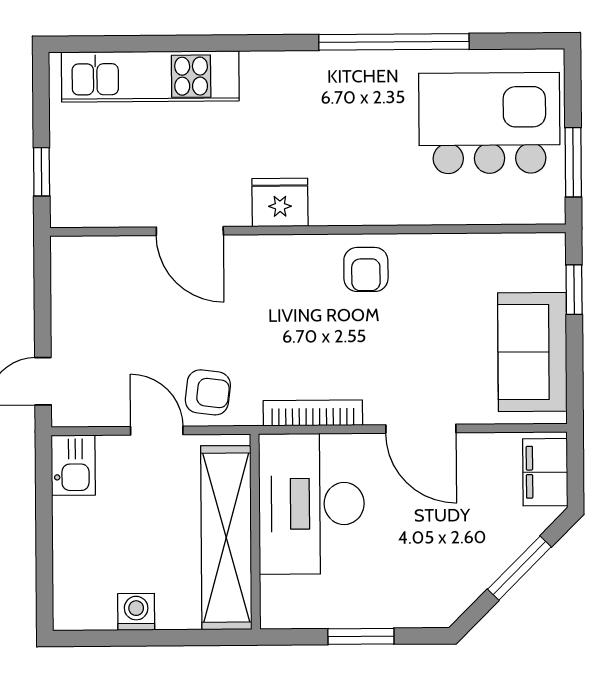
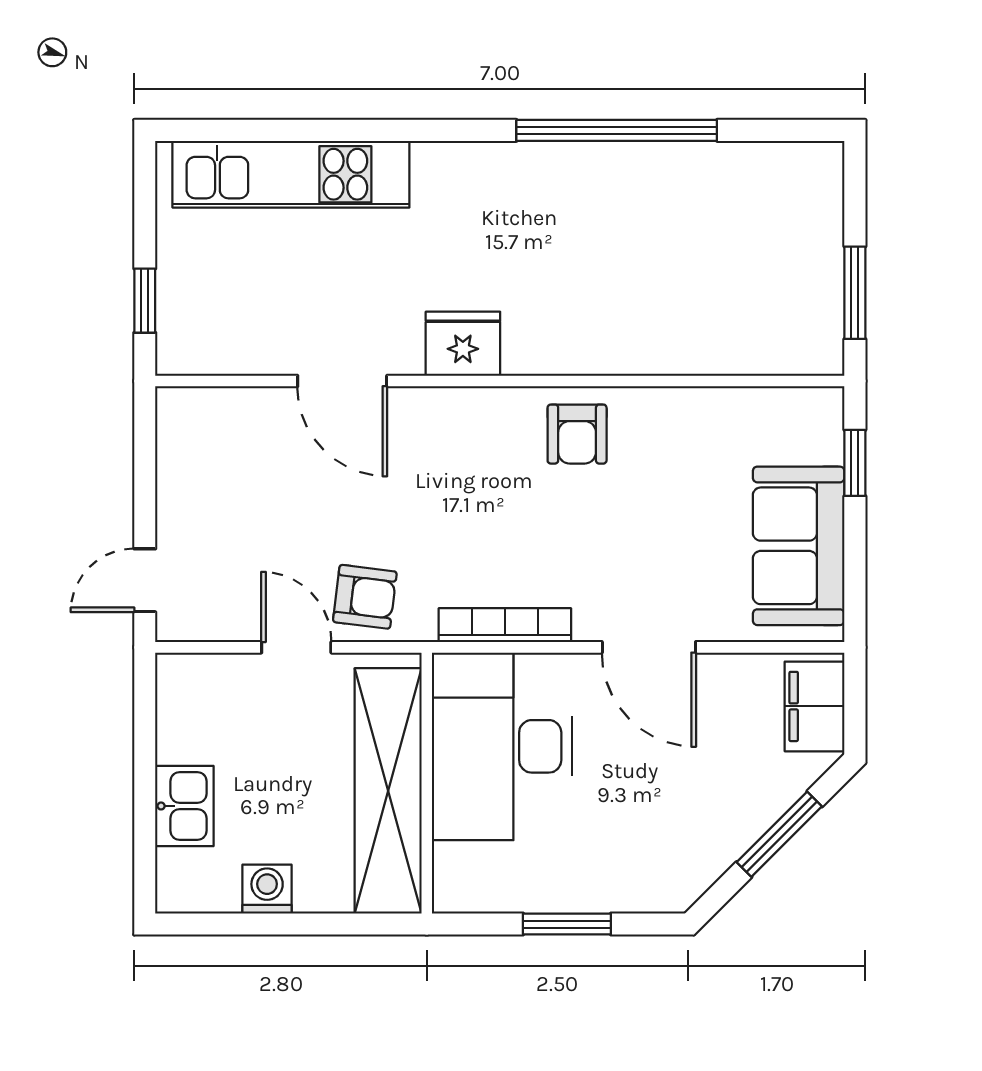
kitchen island: (489, 123) -> (743, 240), removed
kitchen sink: (73, 465) -> (184, 806), moved

